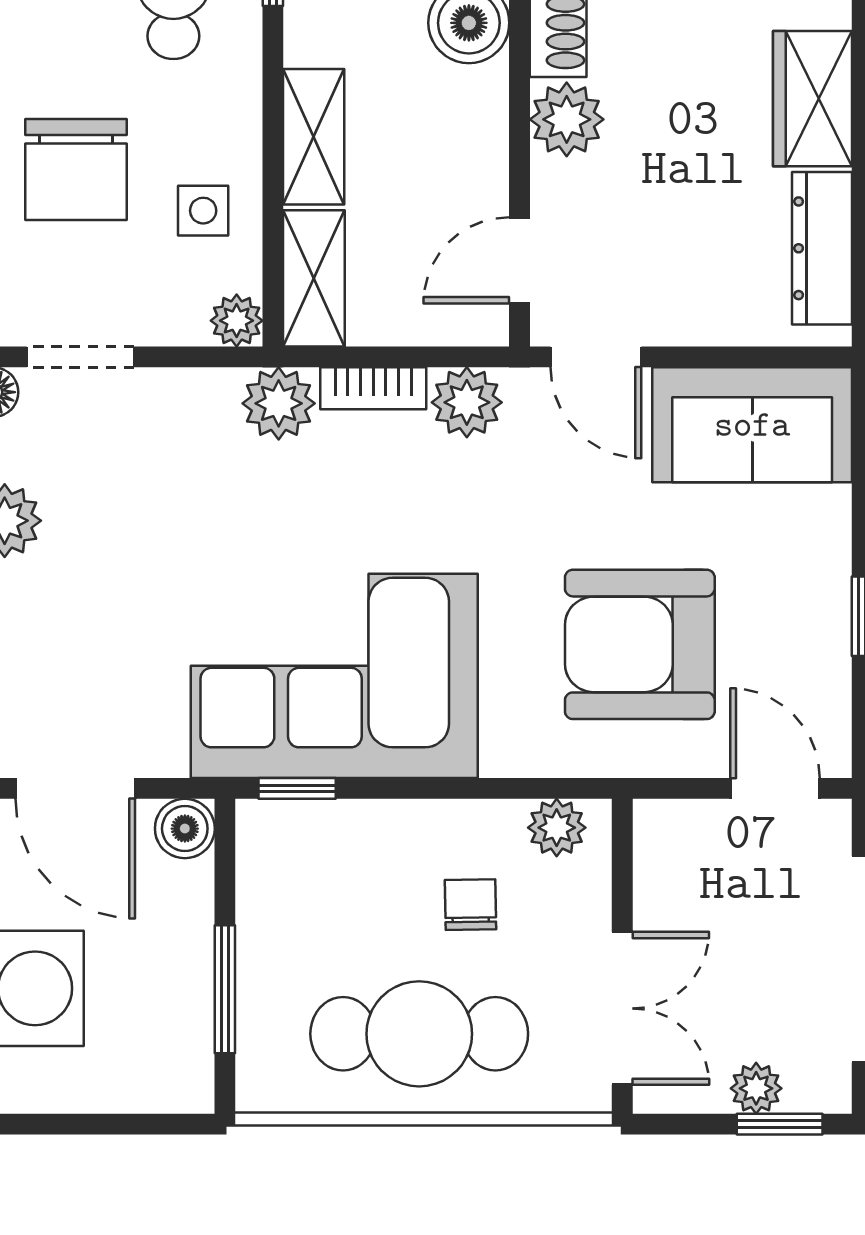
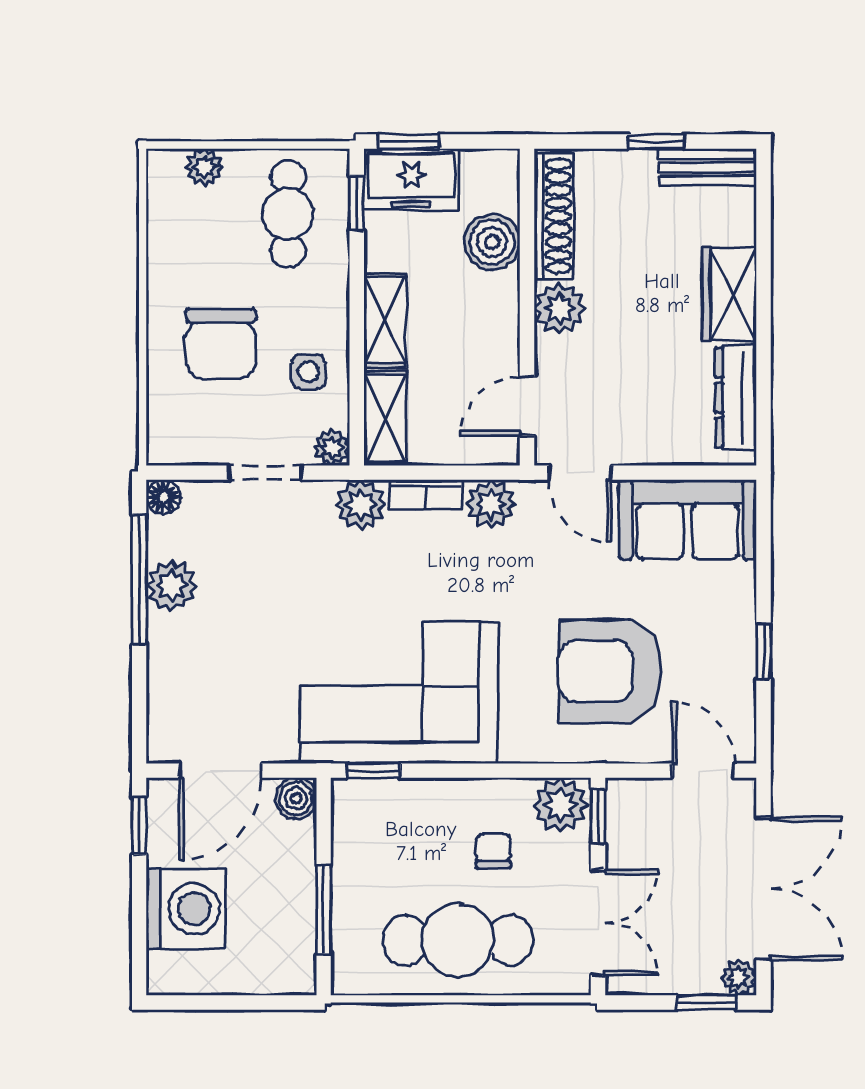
doorway: (80, 357) -> (265, 473), moved
door: (75, 788) -> (220, 771), hinge flipped
plant: (557, 828) -> (560, 805), width x1.38, depth x1.38
window: (622, 855) -> (598, 817), added
plant: (756, 1088) -> (739, 978), moved

